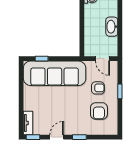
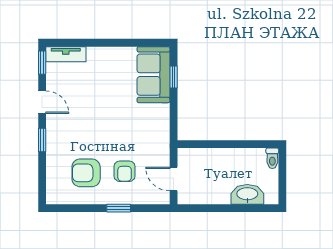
washbasin: (112, 27) -> (247, 194), moved
door: (103, 59) -> (174, 179), hinge flipped
sofa: (55, 73) -> (153, 75), width x0.54, depth x0.79

